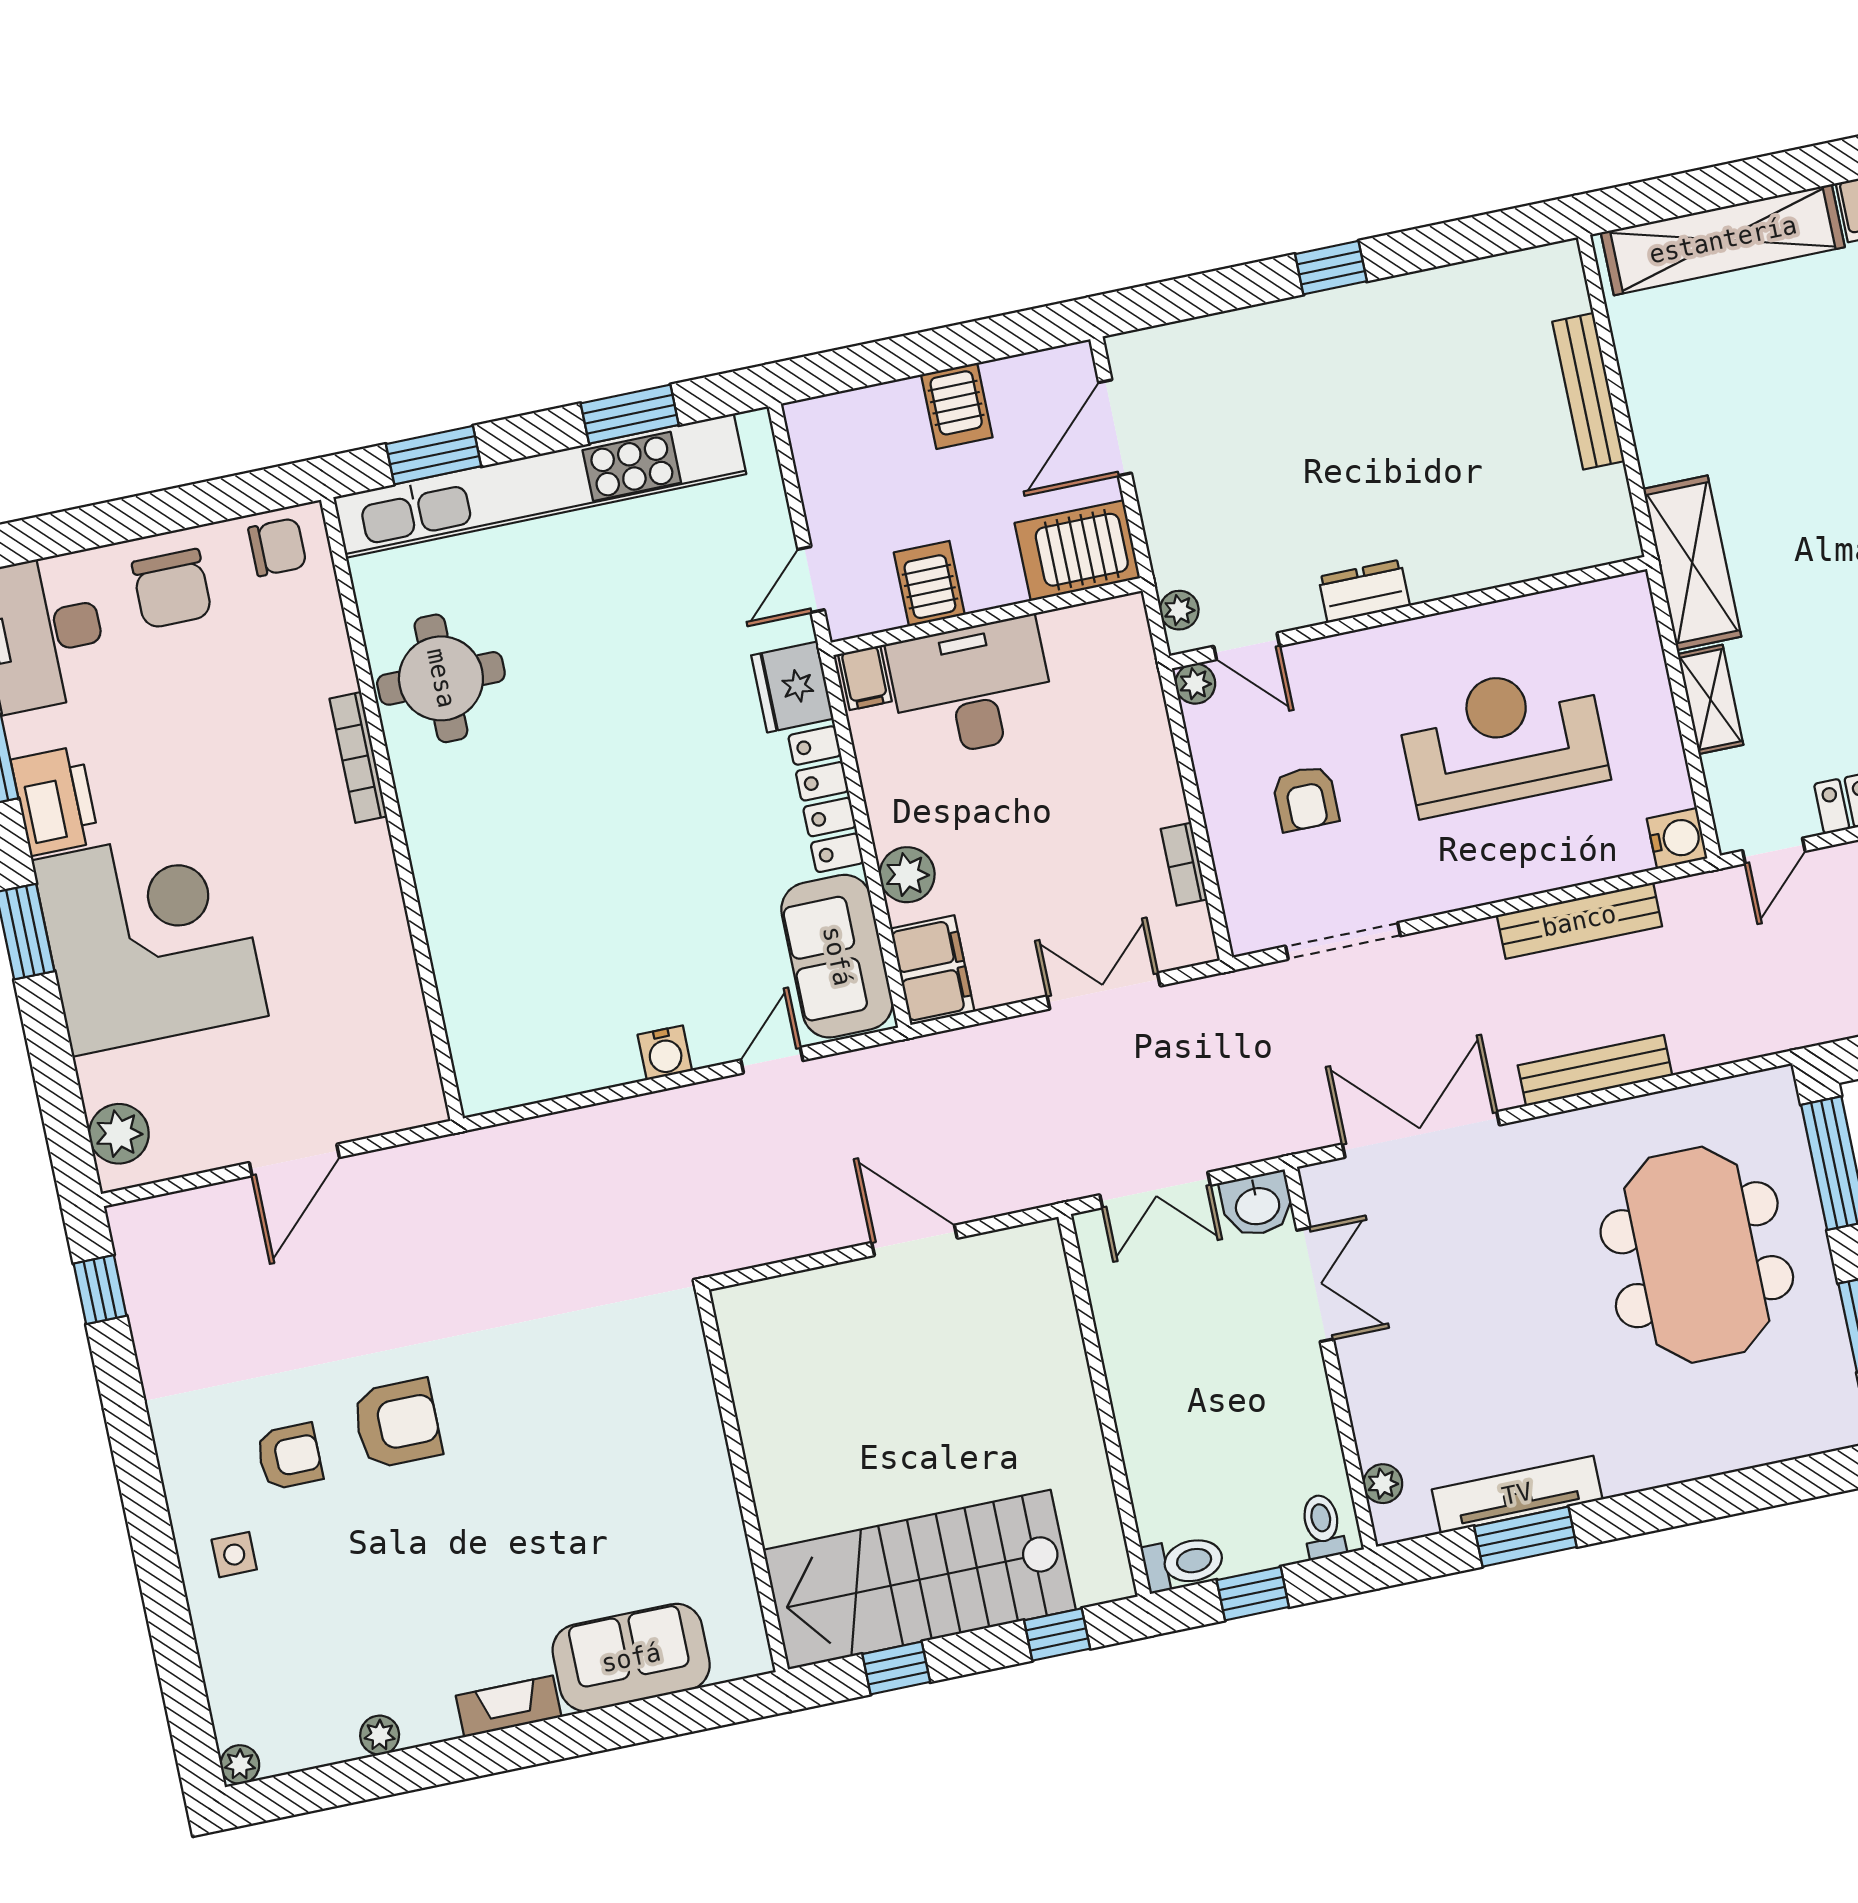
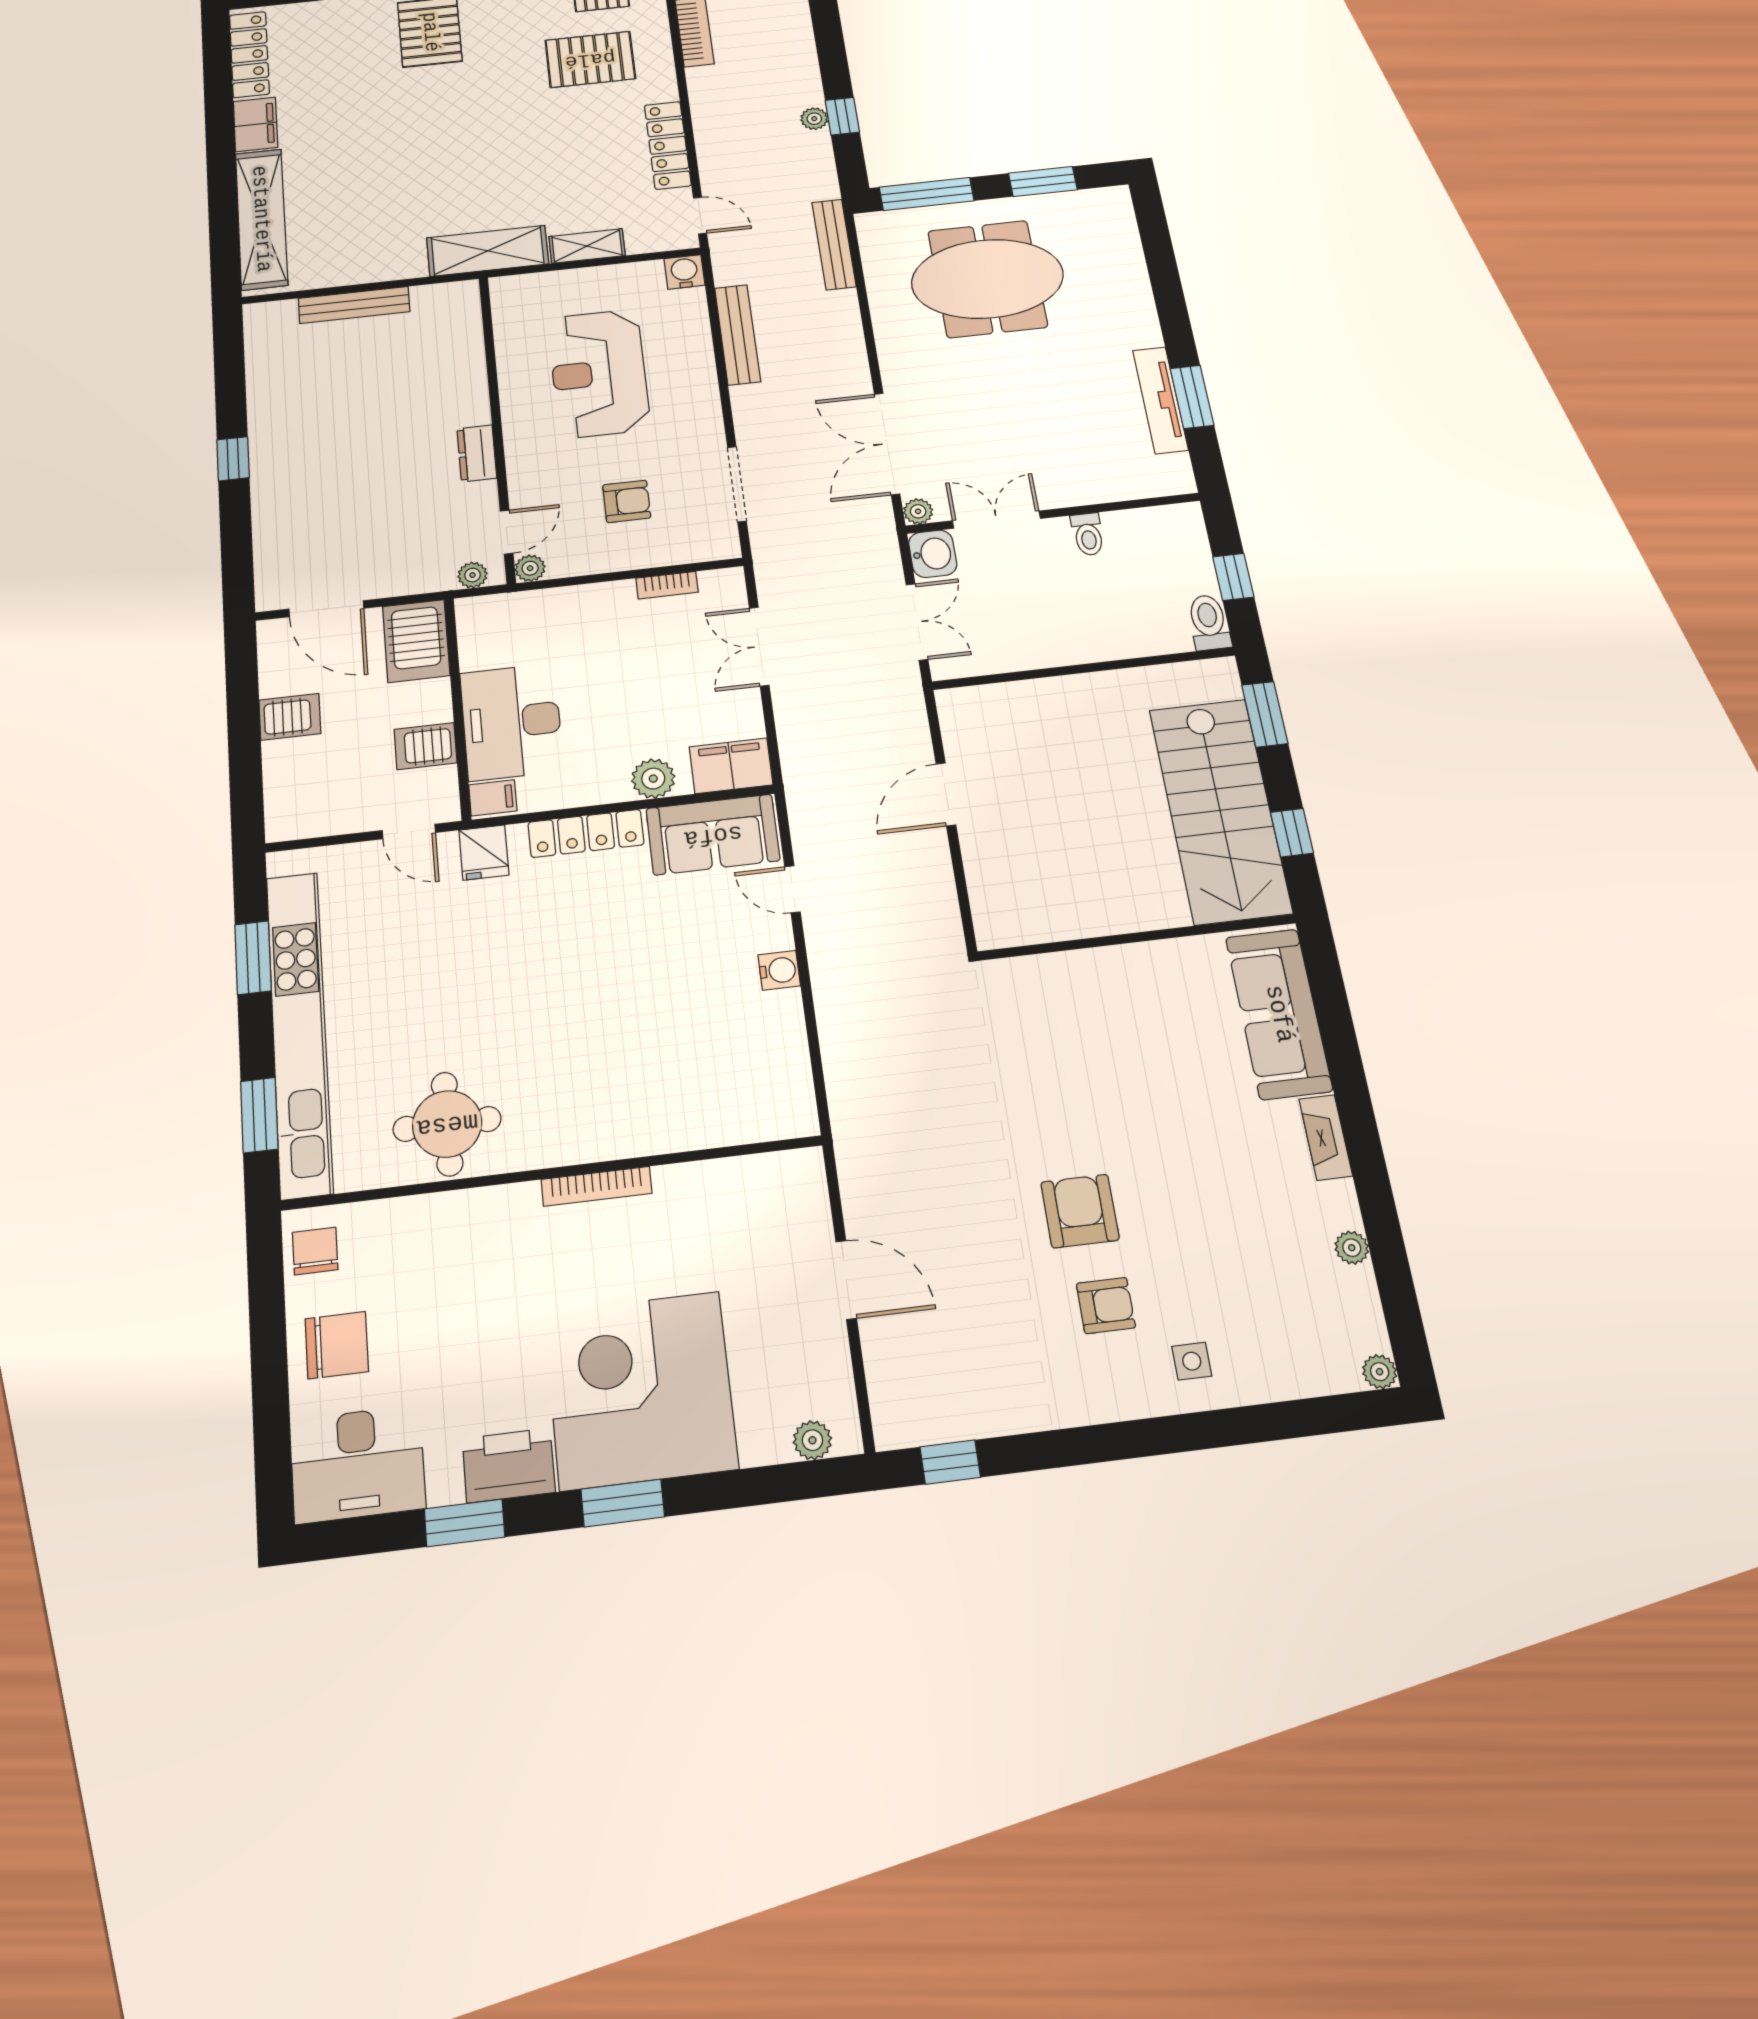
fridge: (792, 687) -> (484, 853), width x0.72
bookcase: (358, 757) -> (597, 1186), moved
bench: (1595, 1070) -> (834, 244), moved
plant: (119, 1134) -> (812, 1440), width x0.73, depth x0.73
armchair: (289, 1456) -> (1106, 1306), turned 90
plant: (1383, 1484) -> (918, 511), moved
toilet: (1323, 1526) -> (1088, 534), moved, turned -90
window: (1057, 1634) -> (1265, 714), width x1.50
sofa: (631, 1658) -> (1279, 1014), width x1.36

